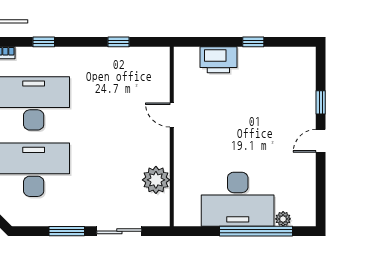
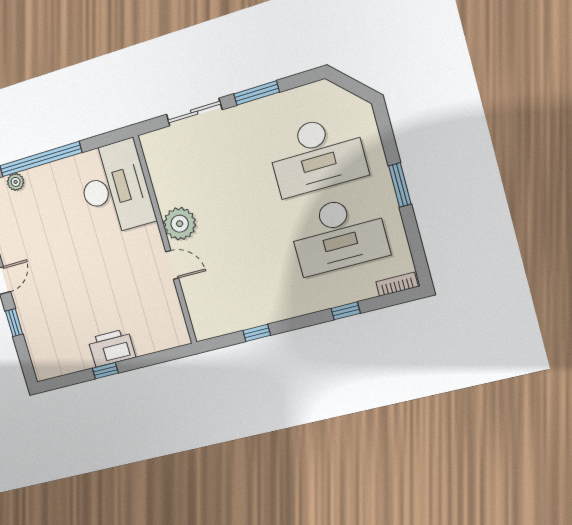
printer: (218, 60) -> (112, 348), moved
plant: (156, 180) -> (180, 224), moved
desk: (238, 199) -> (115, 188), moved, turned 90

